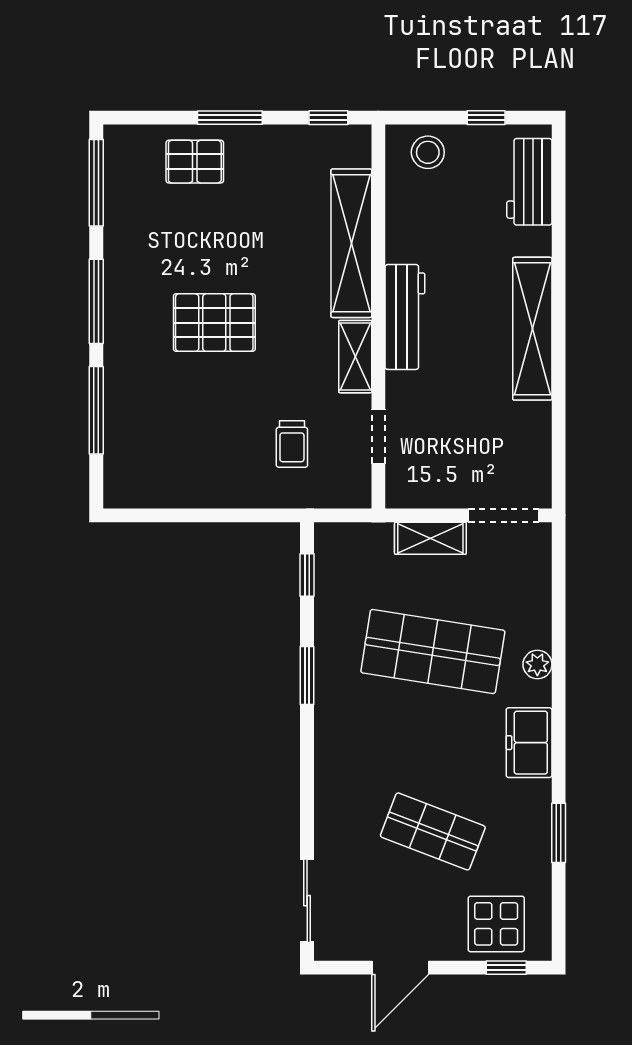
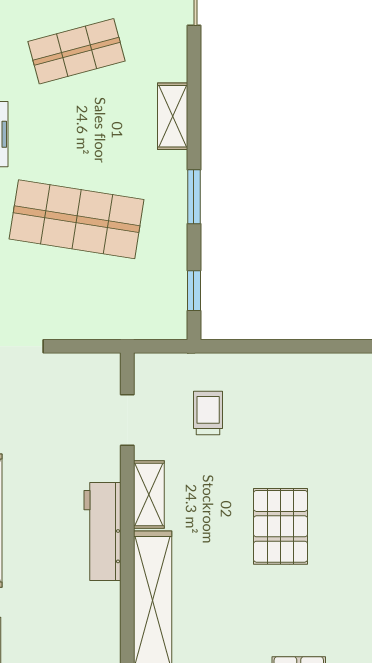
pallet: (214, 323) -> (281, 526), turned 90
shelving: (430, 538) -> (173, 116), moved, turned 90
shop shelf: (433, 831) -> (77, 51), turned -36

